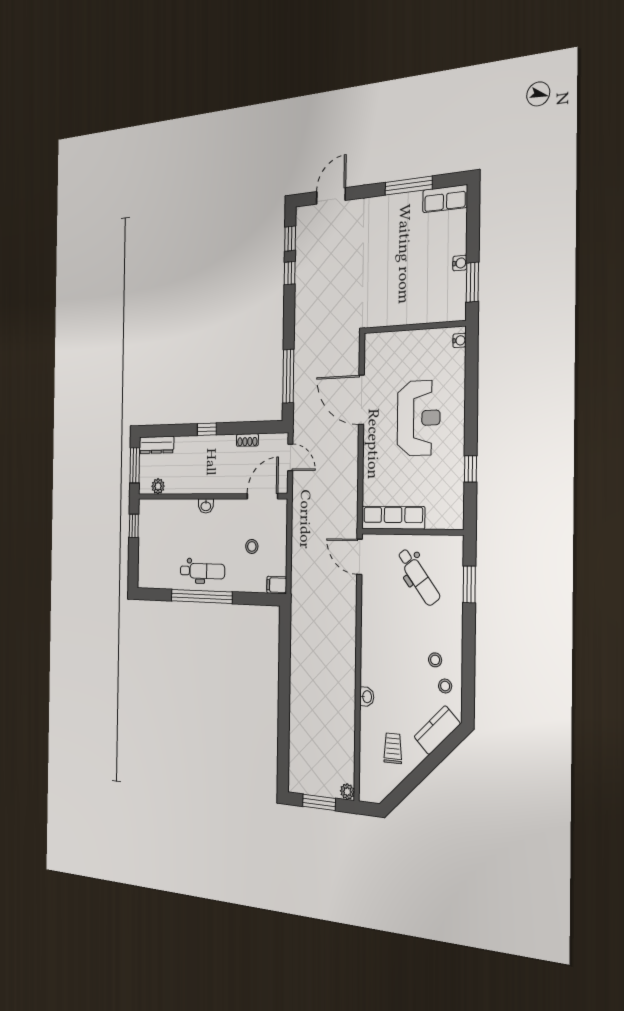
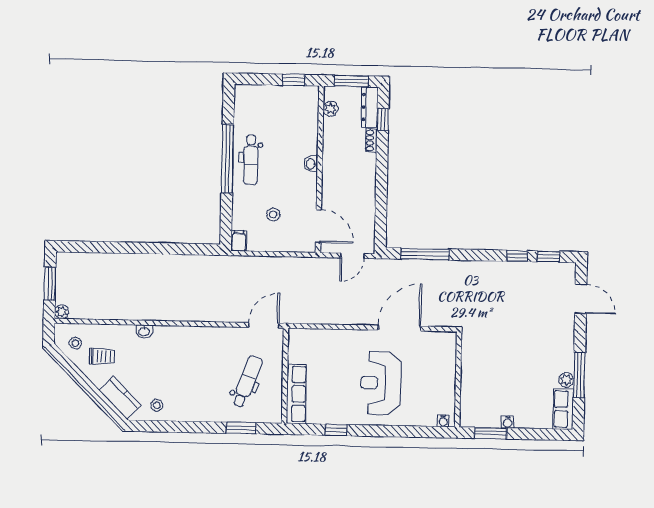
plant: (414, 200) -> (566, 380), added
reception desk: (419, 418) -> (381, 383), turned 90
window: (207, 429) -> (383, 119), moved
shoe rack: (247, 440) -> (371, 141), moved
row of seats: (393, 518) -> (296, 394), moved
dental chair: (418, 577) -> (247, 382), turned 147
stool: (435, 660) -> (75, 343), moved

